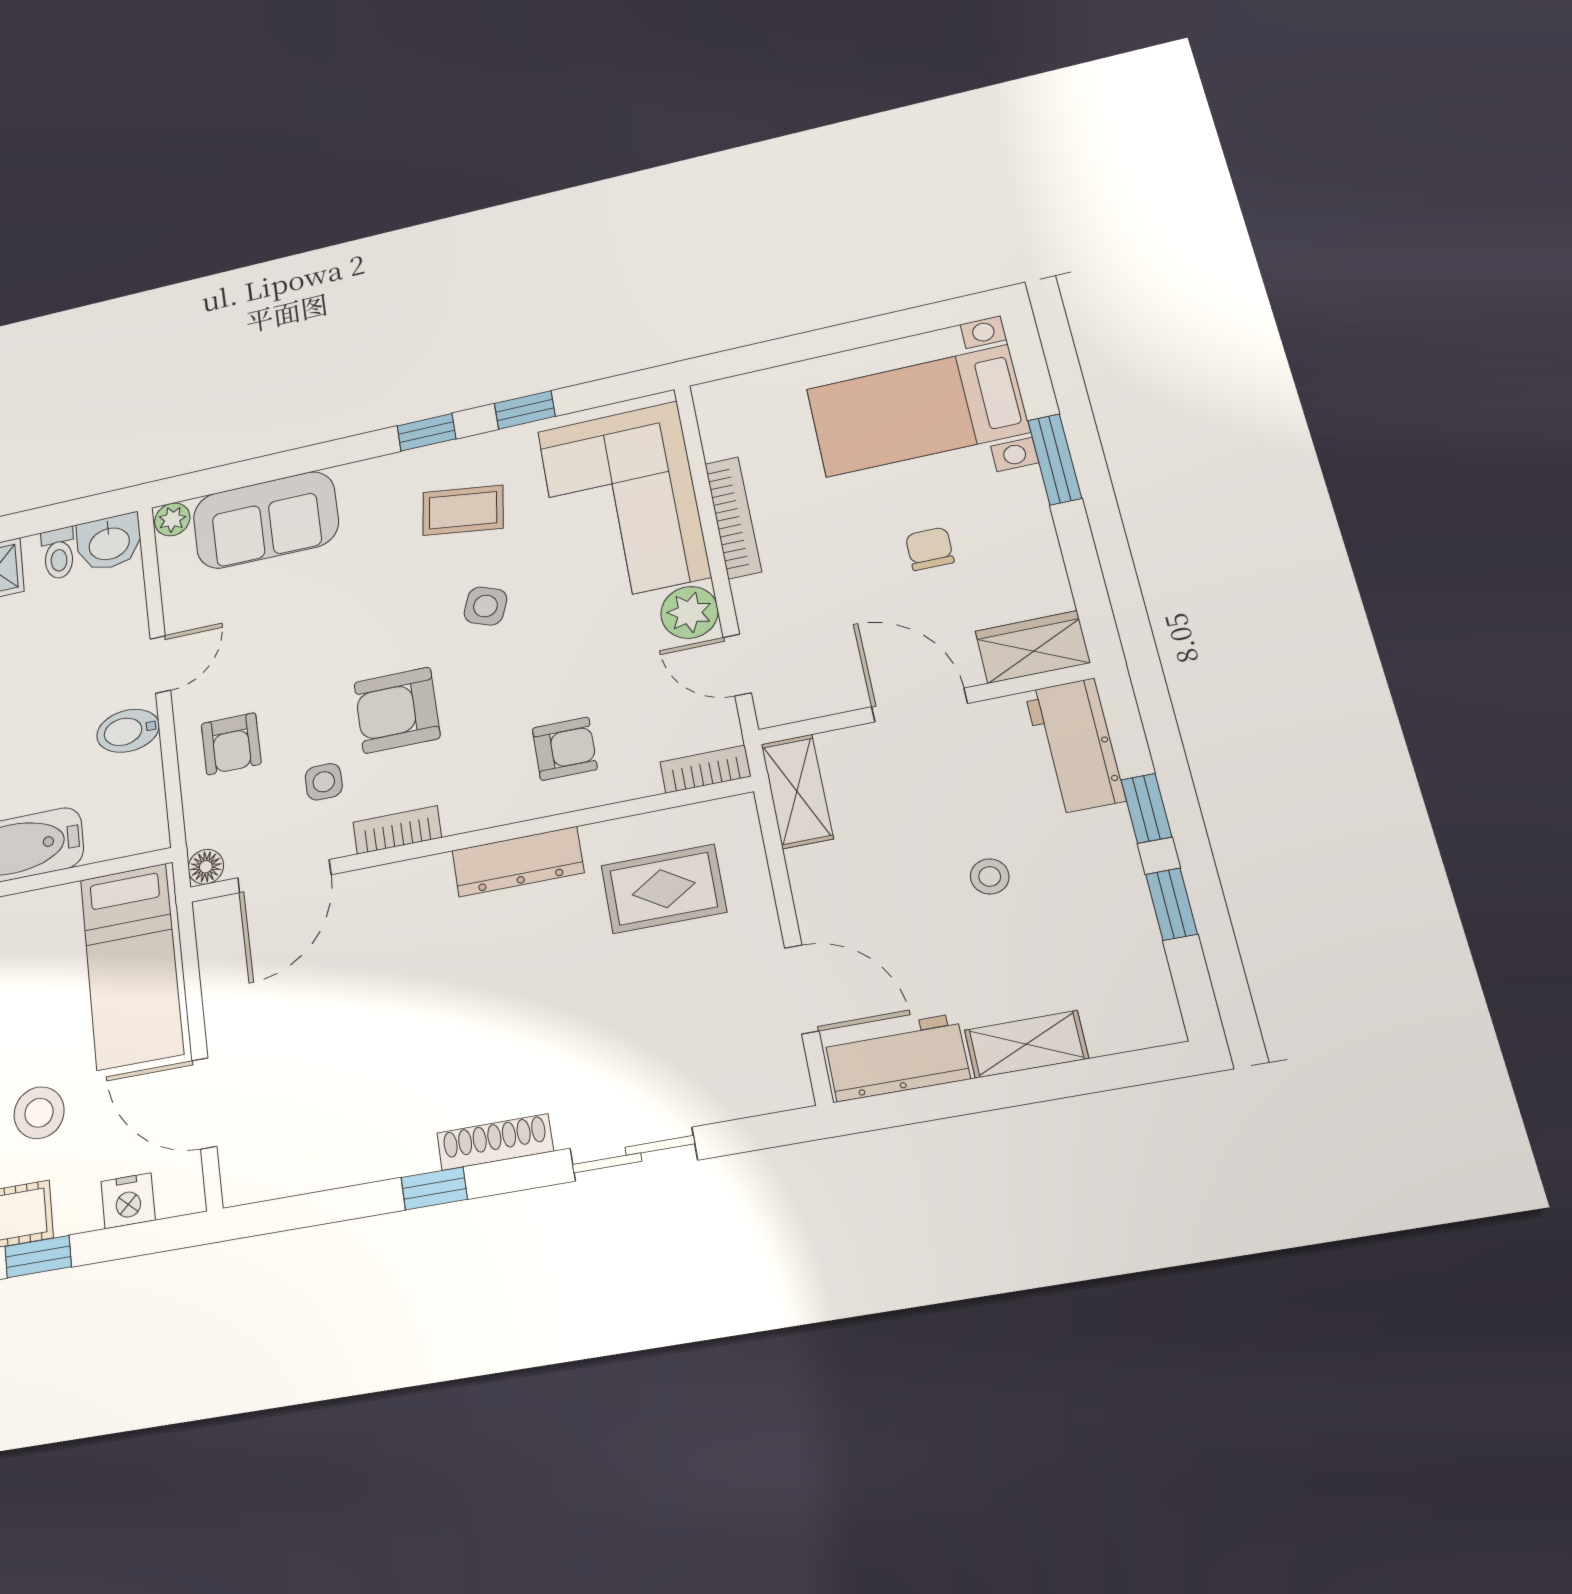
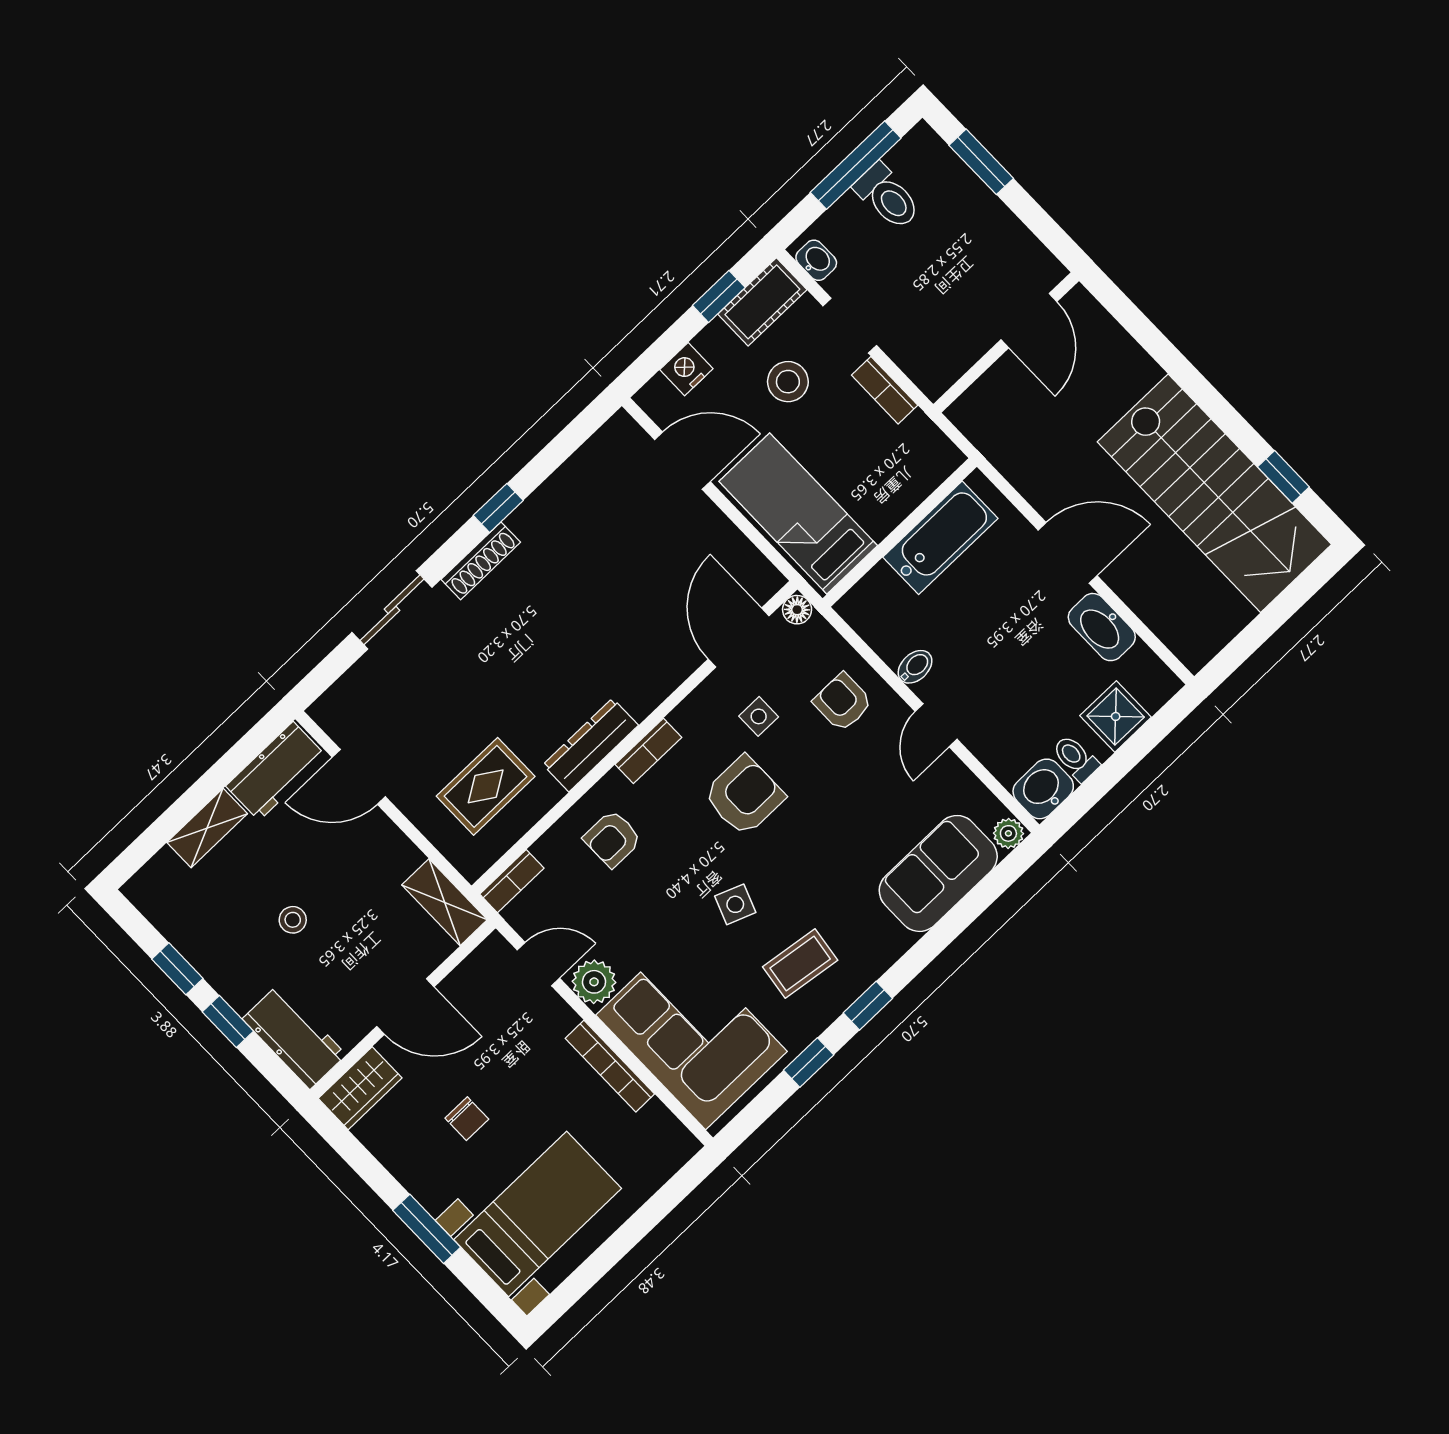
bidet: (128, 731) -> (915, 667), width x0.72, depth x0.74
bookcase: (397, 830) -> (648, 751), moved

